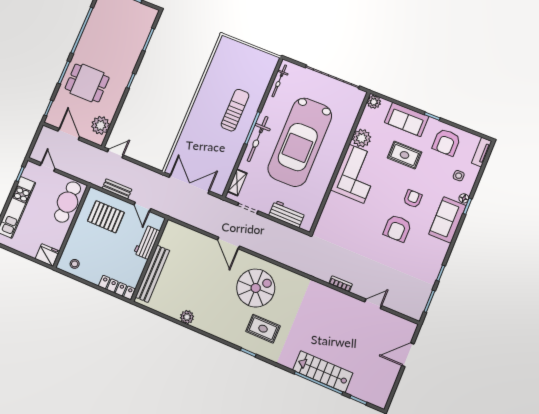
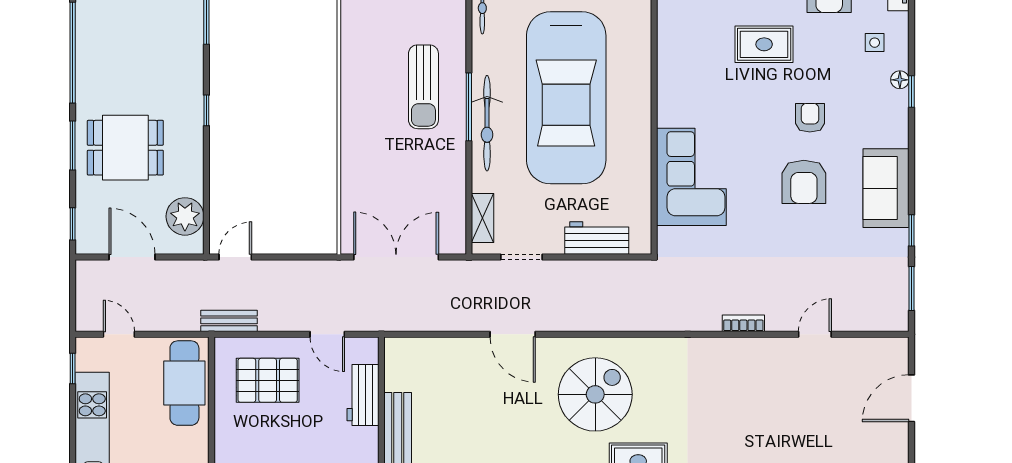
sun lounger: (235, 110) -> (423, 87), turned 180
plant: (362, 138) -> (675, 45), removed
corner sofa: (356, 174) -> (691, 177), moved
bench: (117, 189) -> (229, 321), moved
sofa: (447, 220) -> (886, 188), moved

